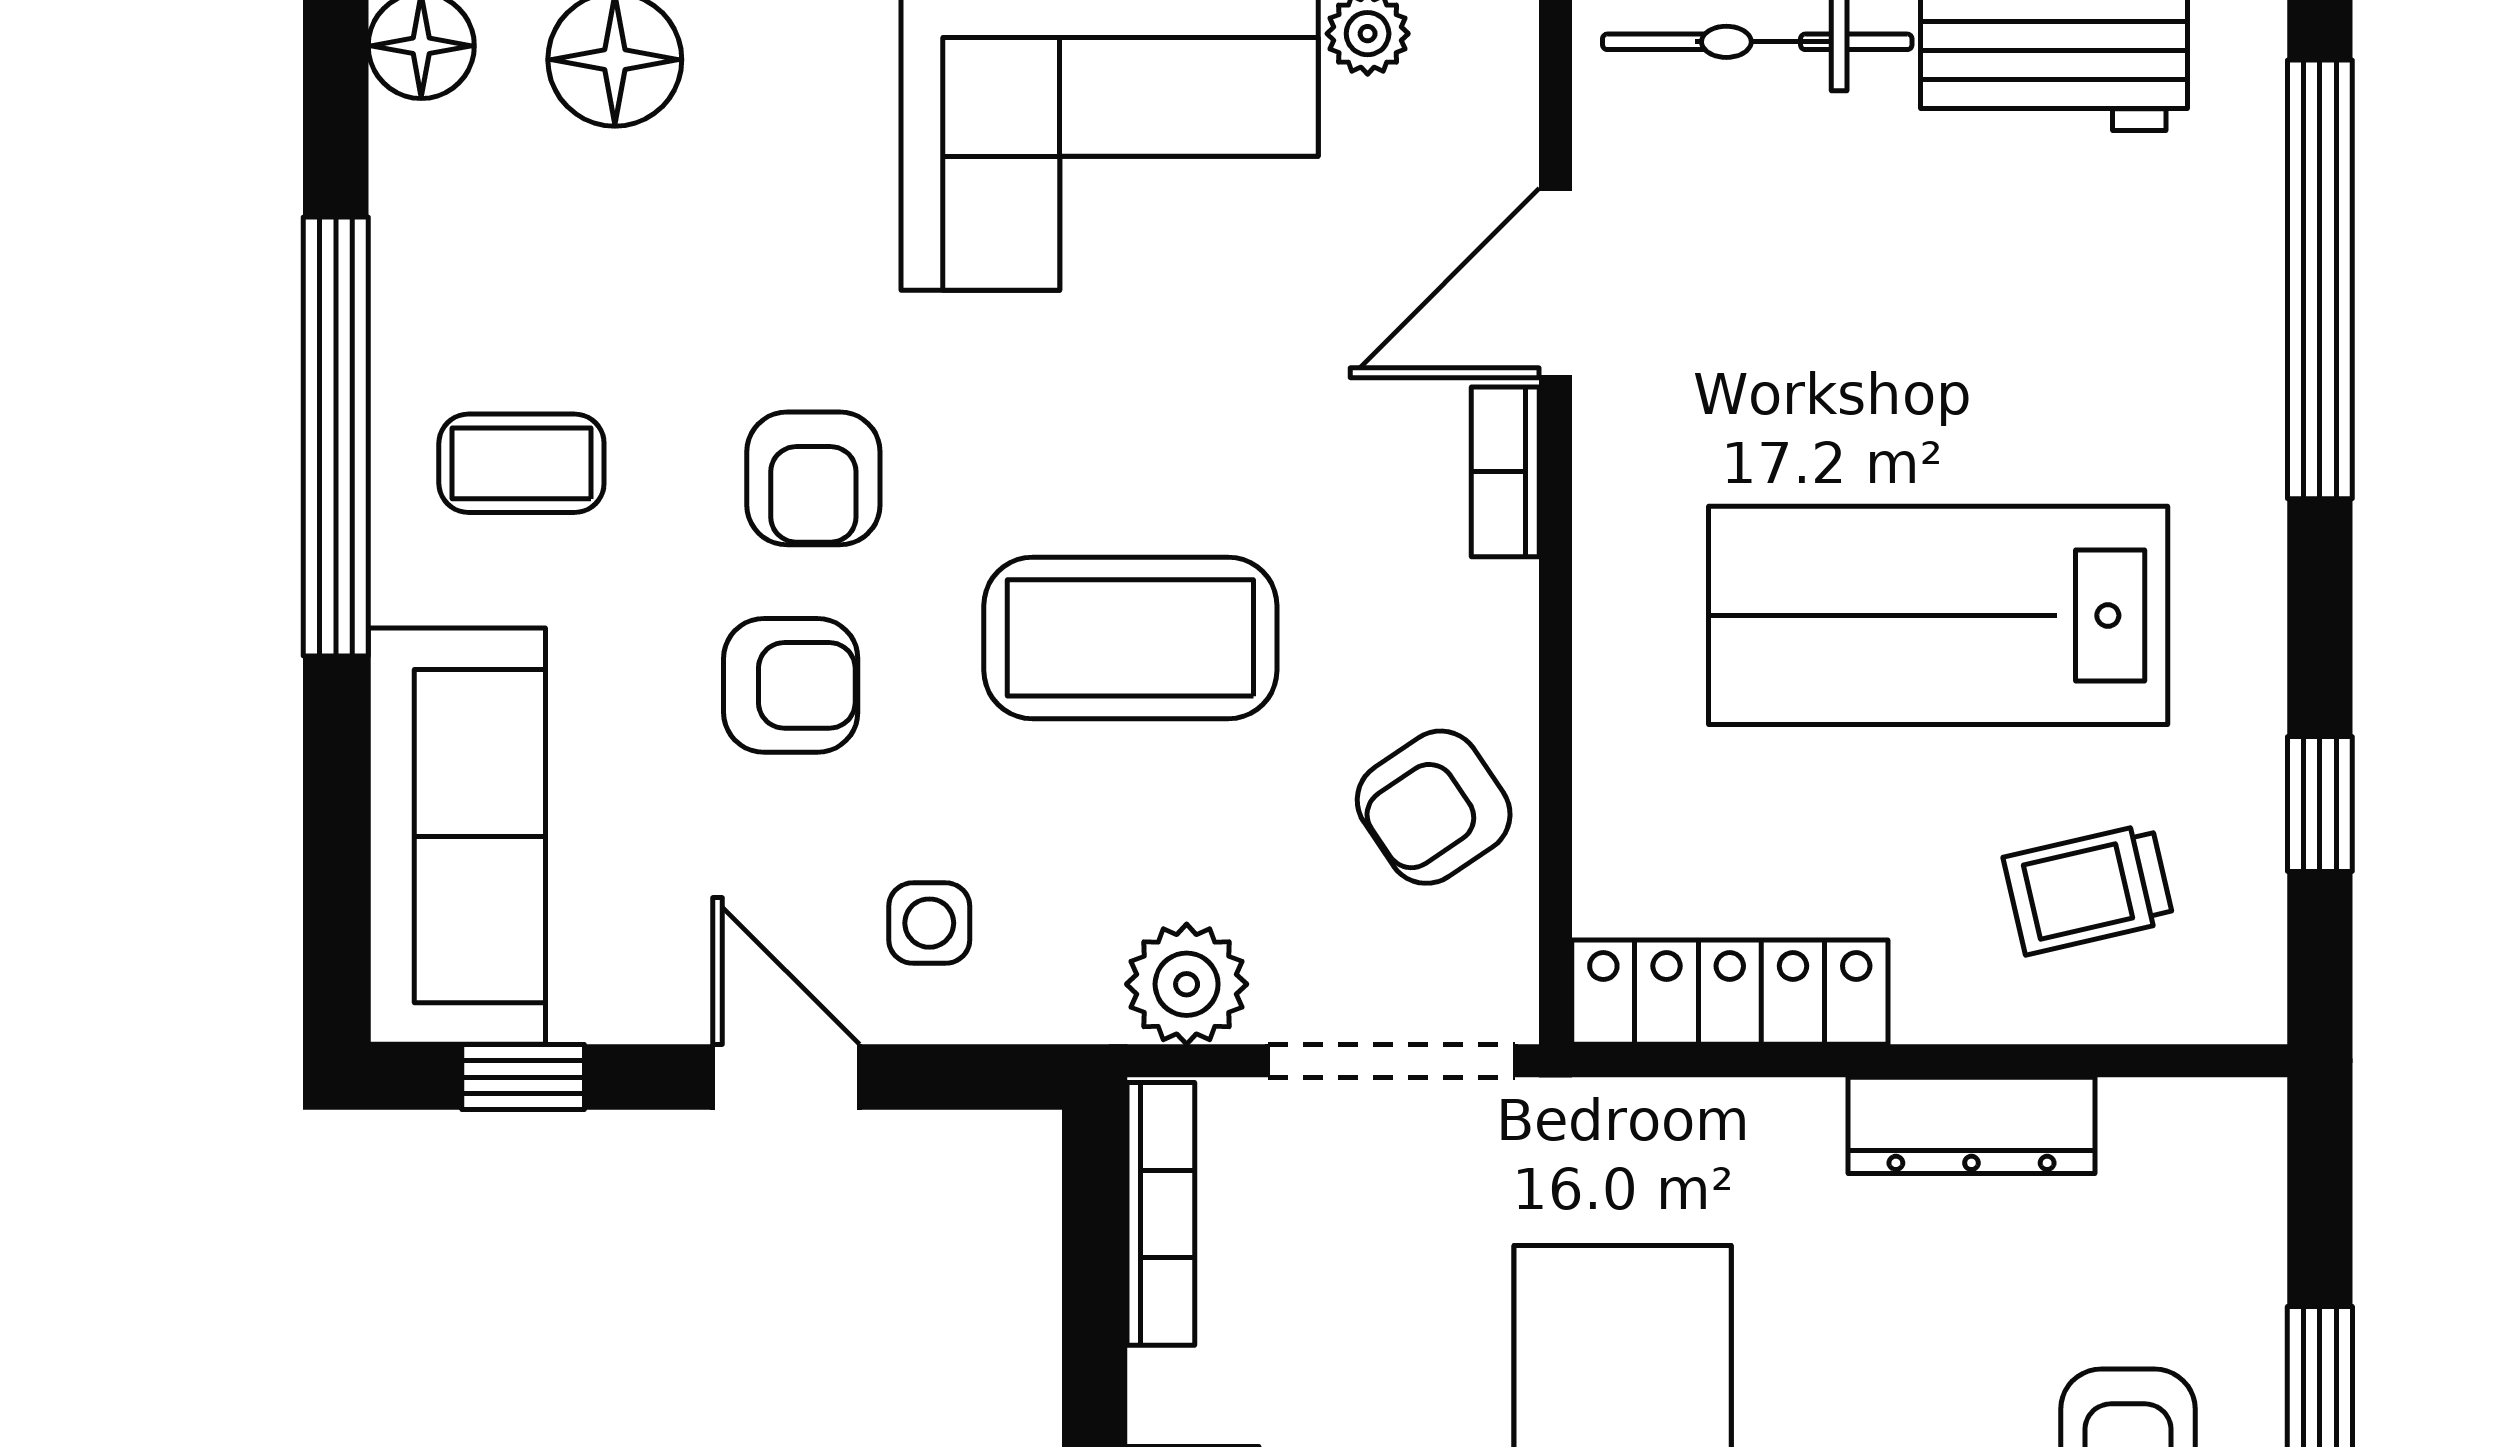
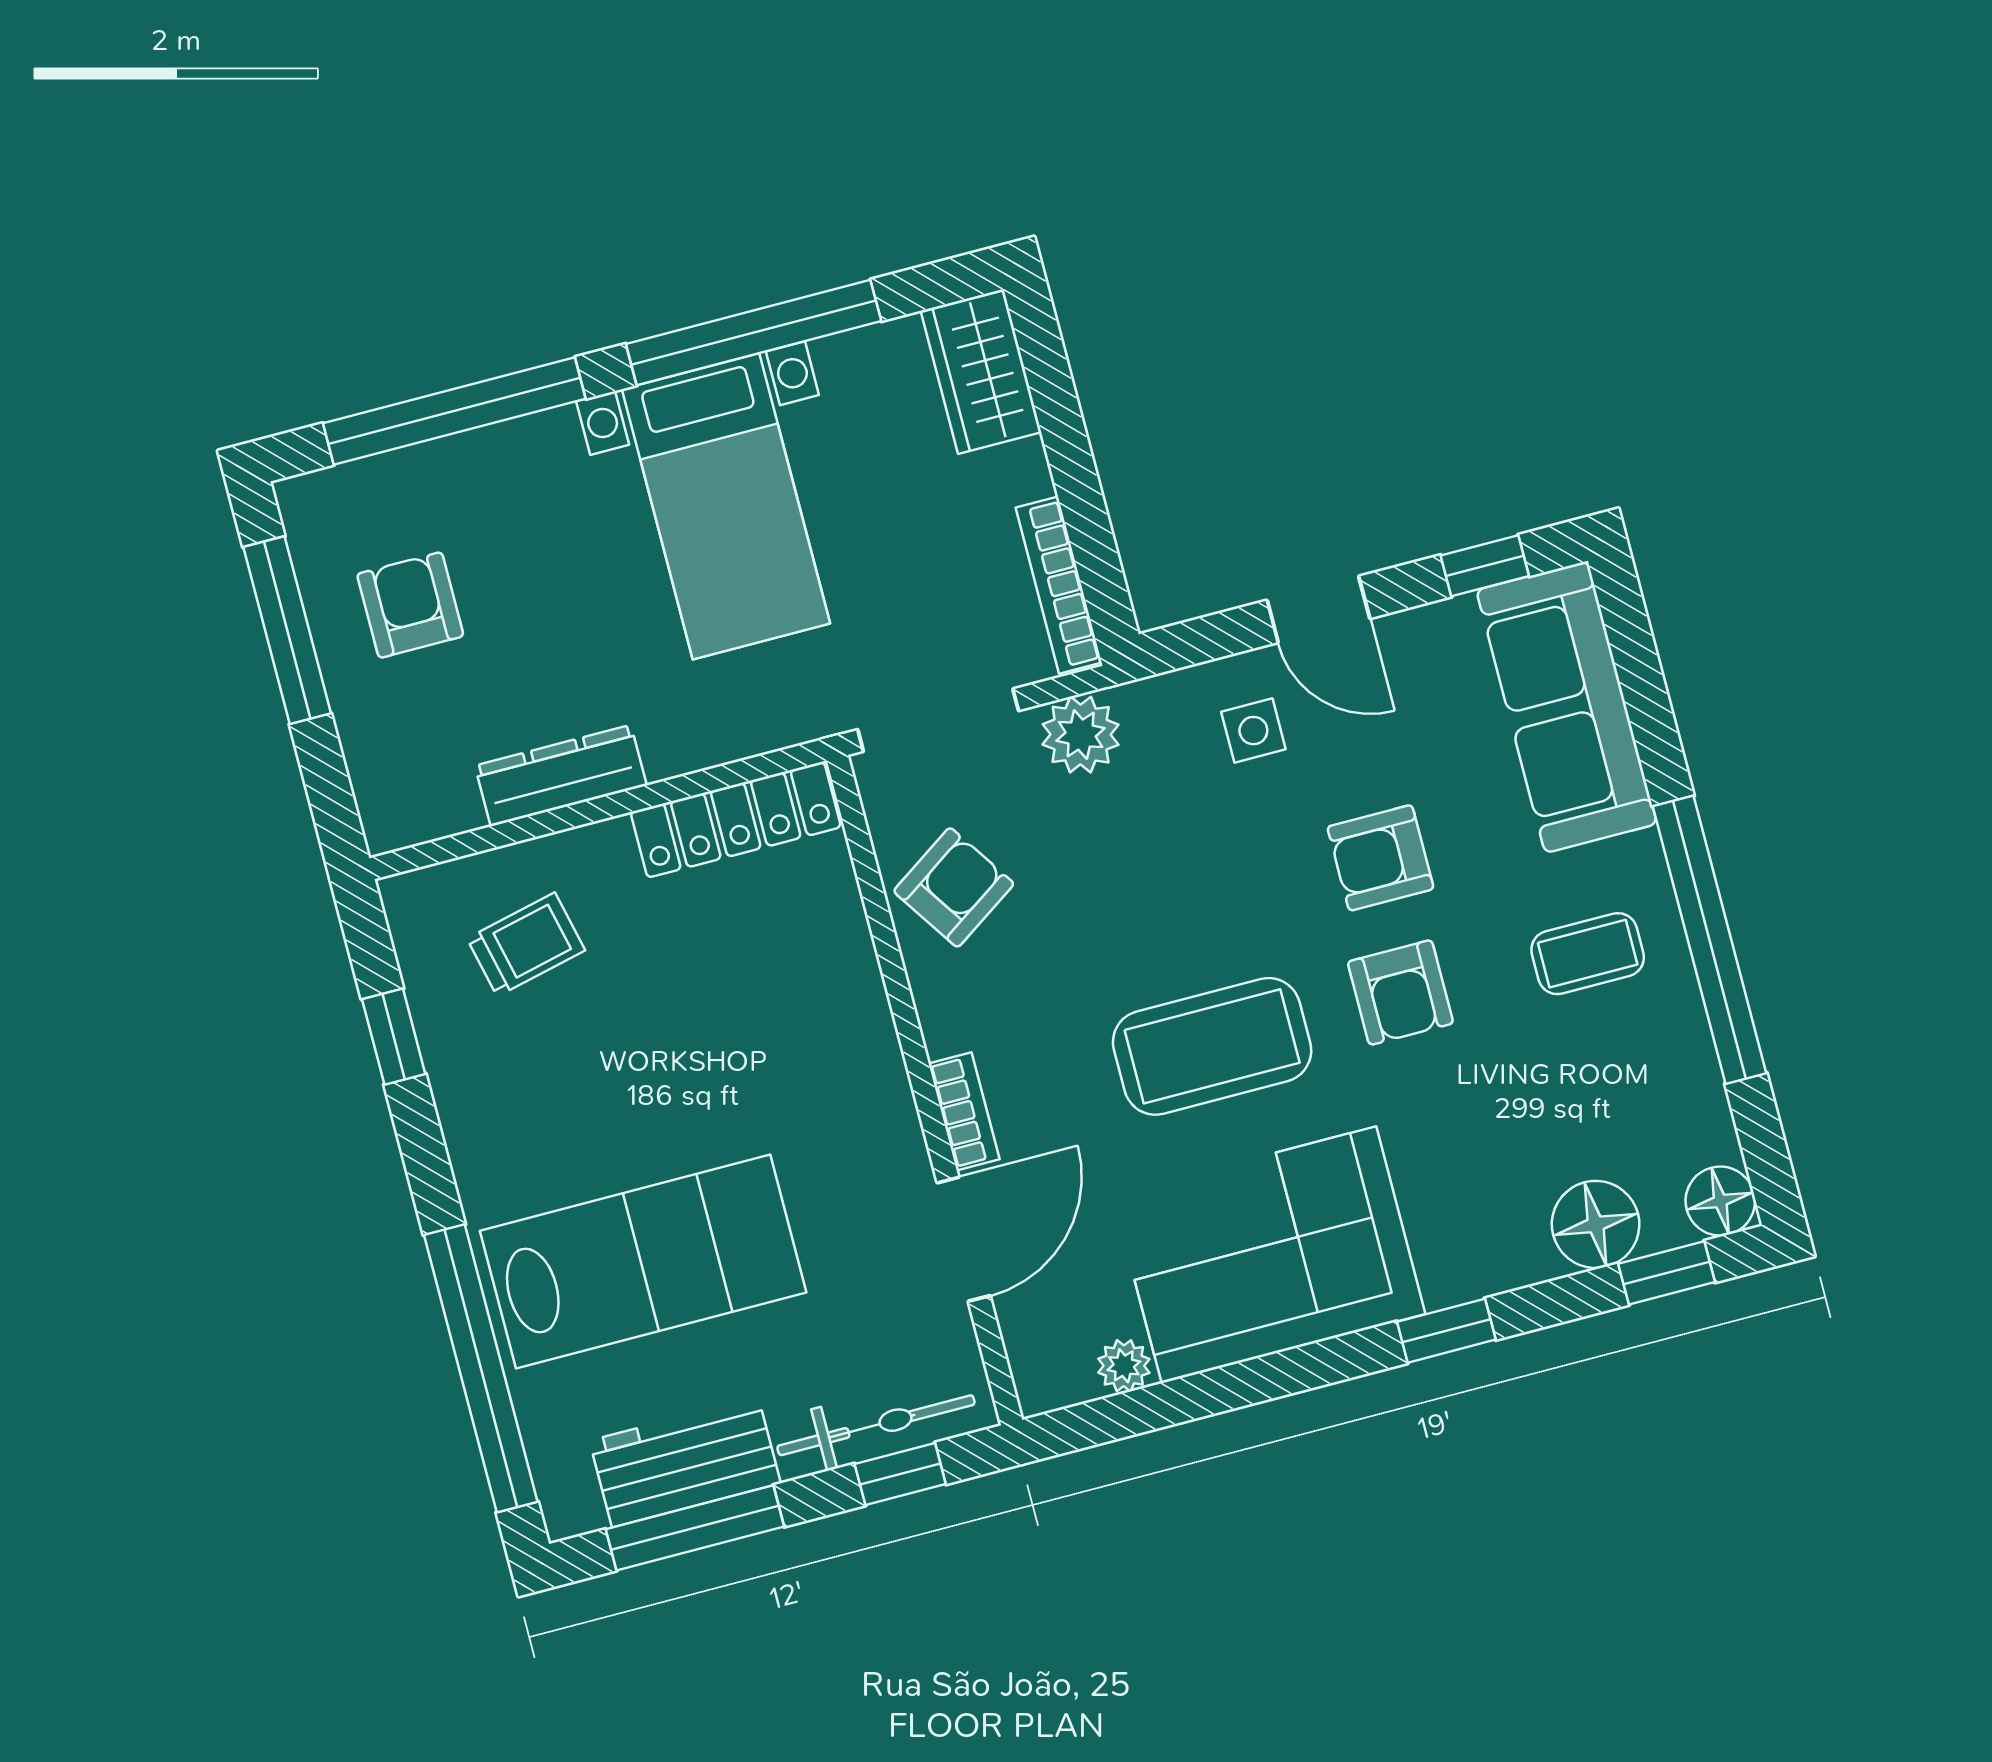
armchair: (813, 478) -> (1400, 992), turned 180
lab bench: (1938, 615) -> (643, 1262), moved
coffee table: (1130, 638) -> (1212, 1046), moved

